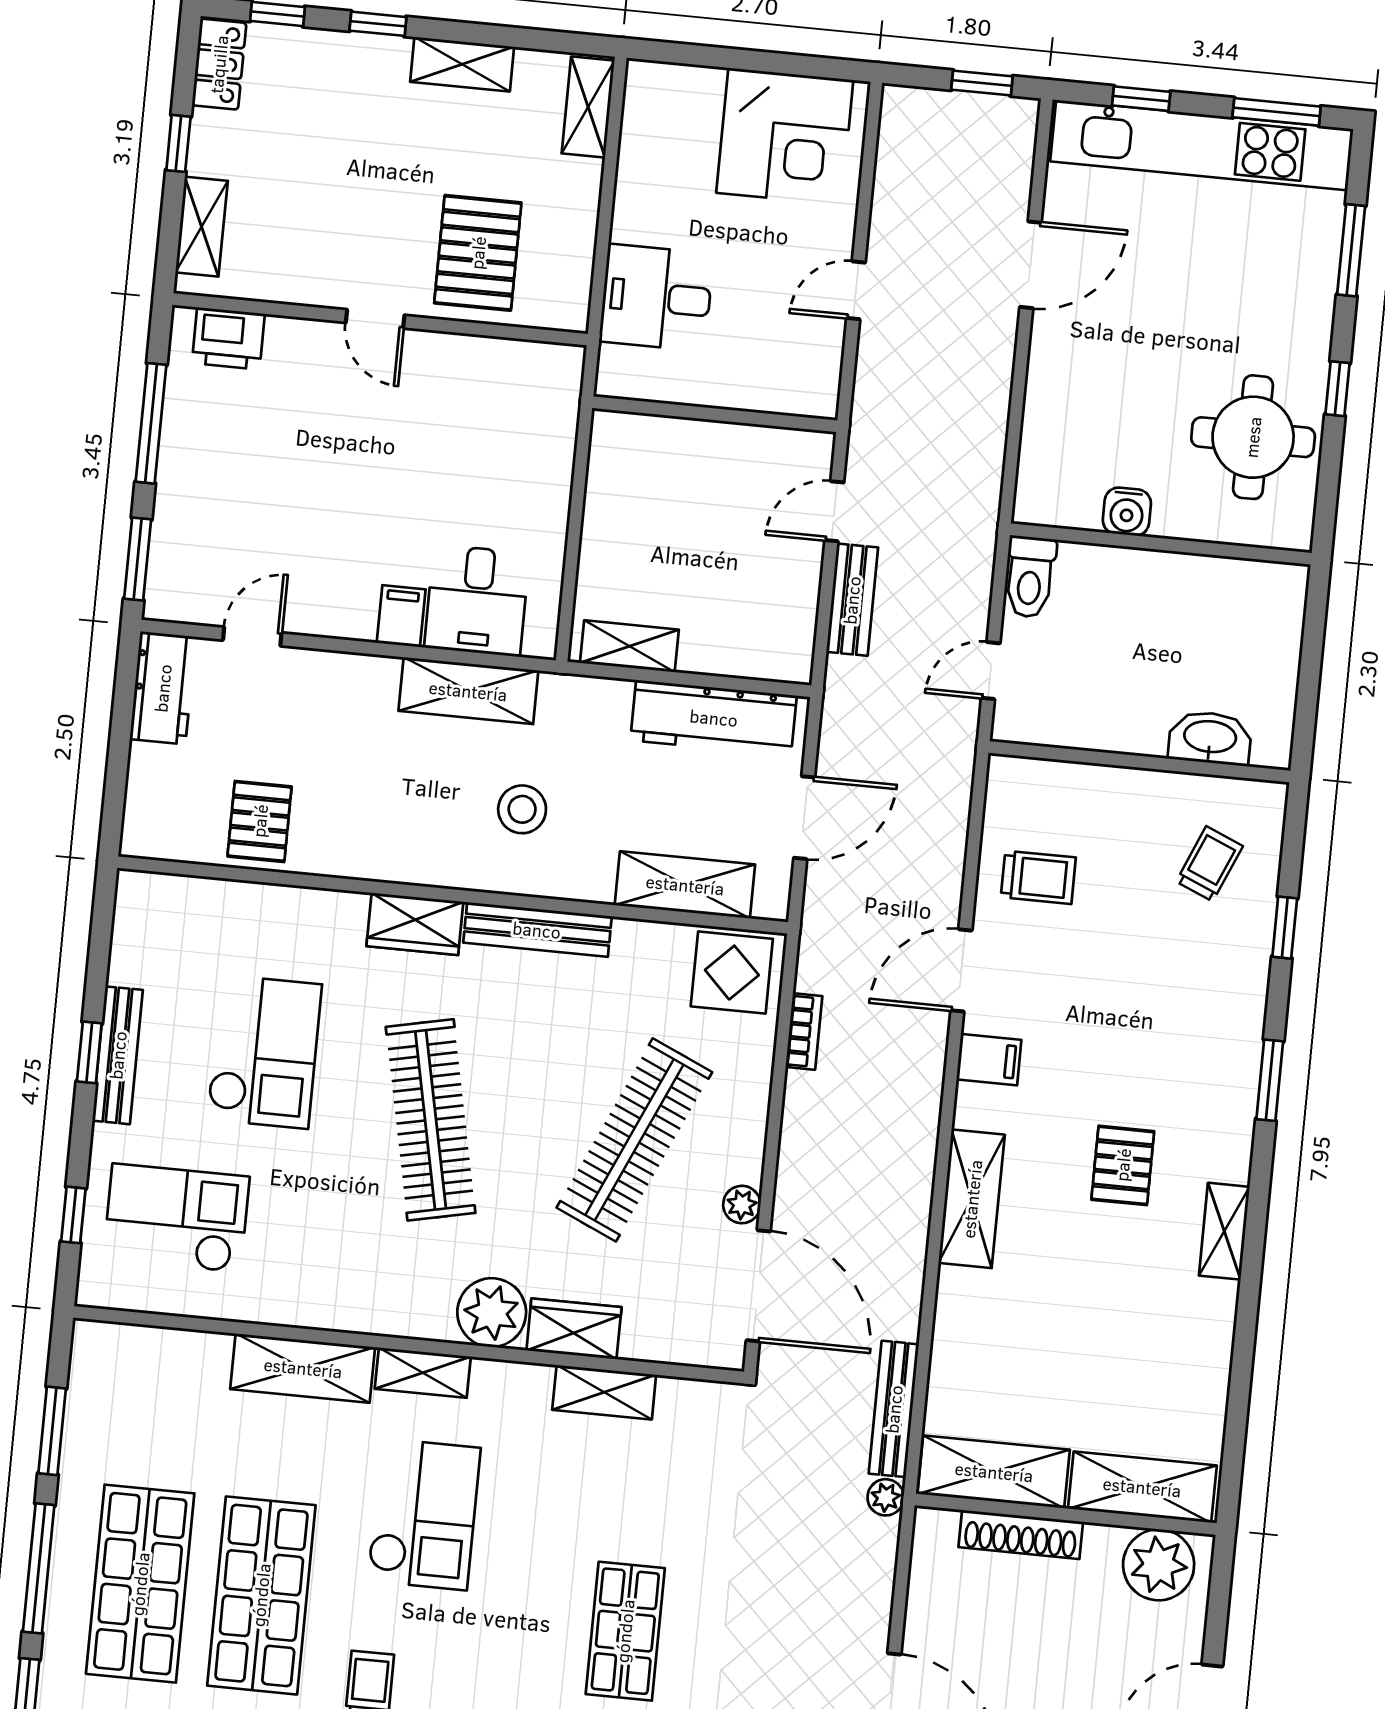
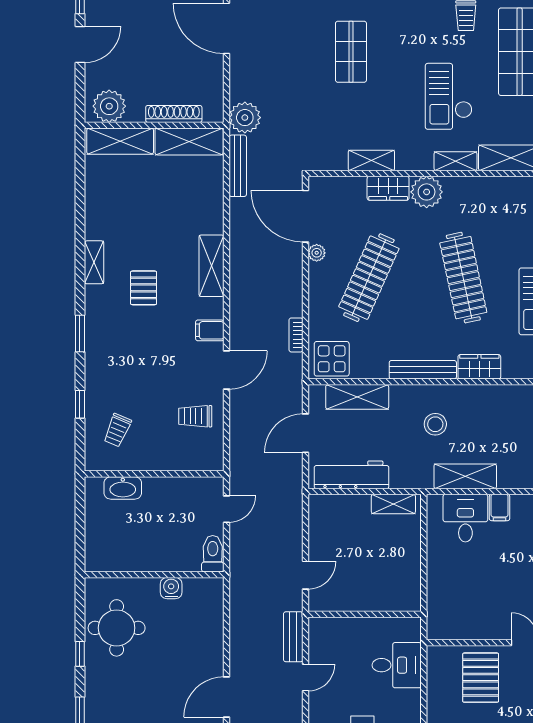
bench: (852, 600) -> (293, 637), moved
plant: (886, 1497) -> (245, 118), width x1.87, depth x1.87

